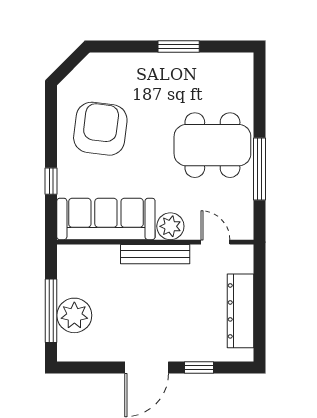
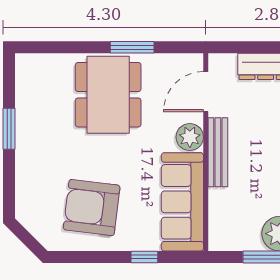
window: (260, 169) -> (132, 47), width x0.69
door: (215, 242) -> (206, 92), width x1.37

